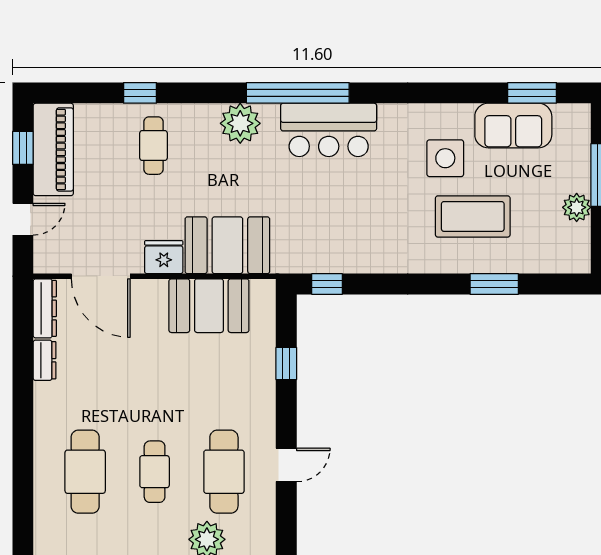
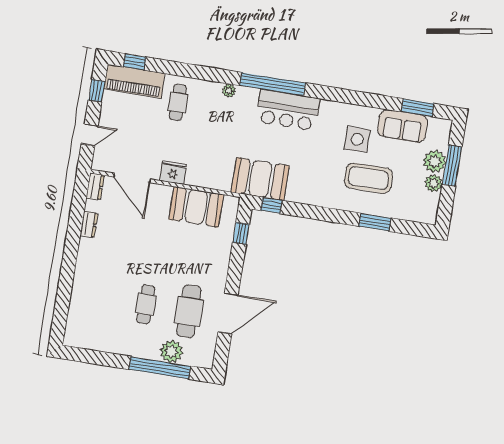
window: (140, 93) -> (135, 62), moved
plant: (240, 123) -> (229, 91), width x0.53, depth x0.53
piano: (53, 149) -> (134, 81), moved, turned 90
plant: (573, 173) -> (435, 161), added
booth: (227, 245) -> (260, 179), moved
dresser: (45, 308) -> (95, 187), width x0.70
window: (286, 364) -> (241, 233), moved
door: (286, 465) -> (228, 313), width x1.88
cafe table: (85, 472) -> (103, 297), removed

